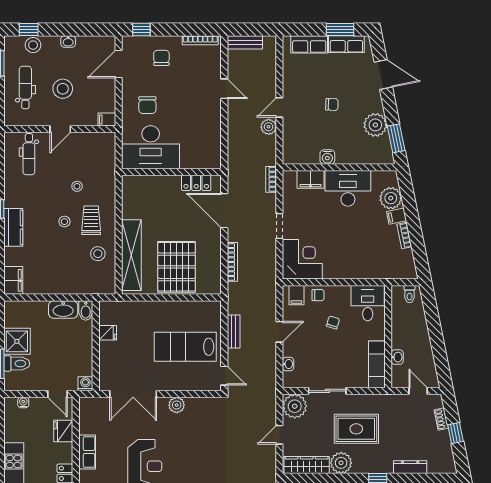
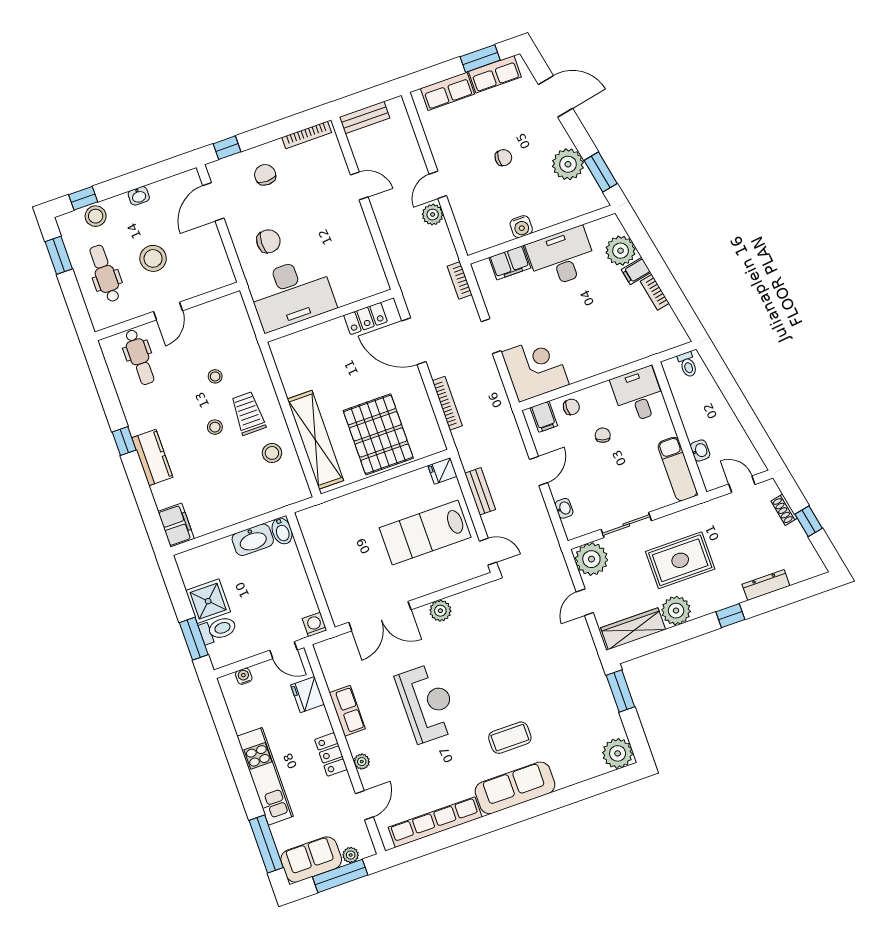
chair: (147, 105) -> (268, 241), turned -90
filing cabinet: (107, 119) -> (223, 278), removed
fridge: (108, 333) -> (442, 471), moved, turned 180

